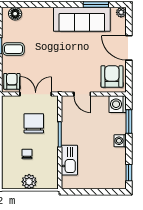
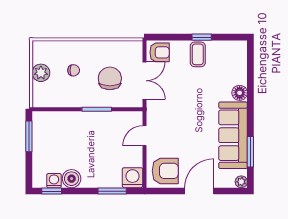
floor lamp: (15, 14) -> (240, 93), moved
chair: (34, 123) -> (110, 78), turned -90
washing machine: (120, 141) -> (54, 181), moved
boiler: (118, 156) -> (72, 179), added
kitchen sink: (69, 160) -> (66, 120), removed
window: (83, 192) -> (29, 136), added

